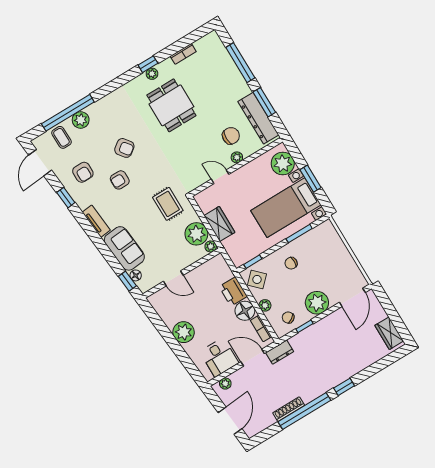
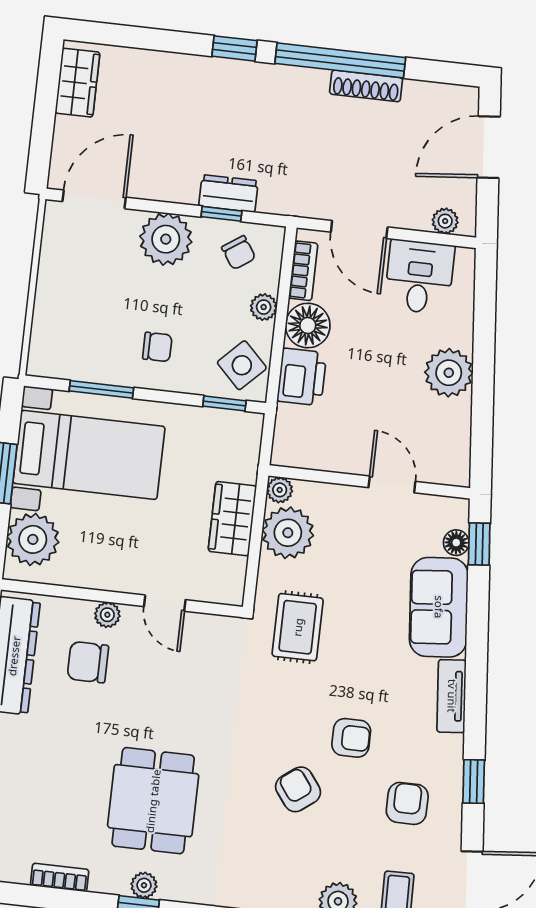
dresser: (280, 352) -> (229, 193), moved

